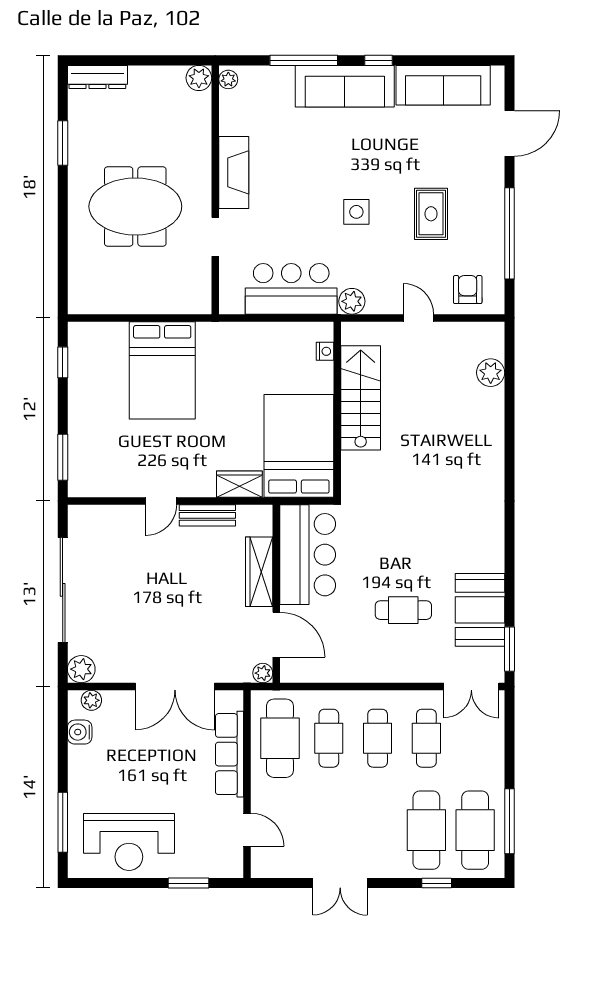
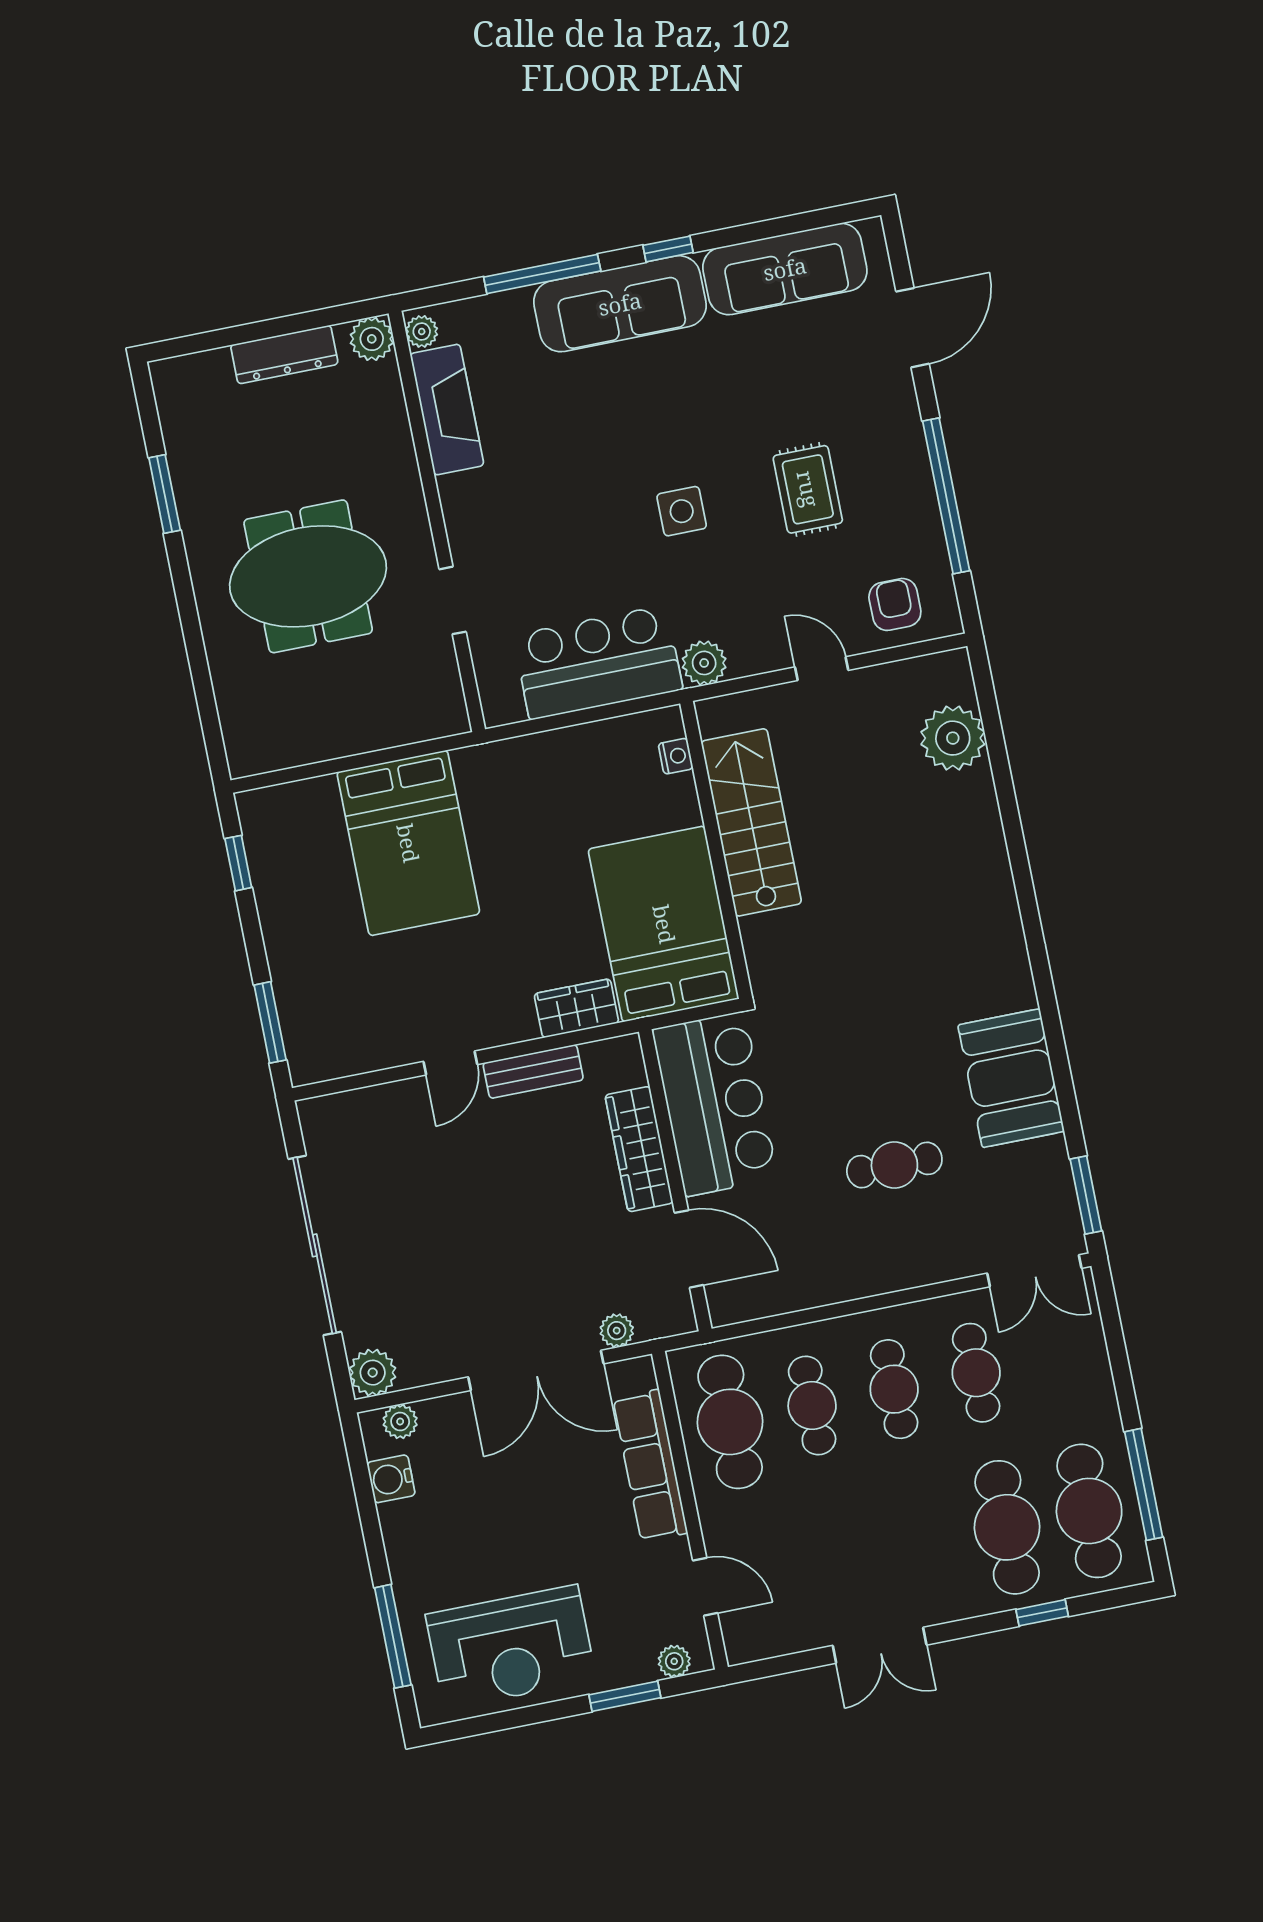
dresser: (97, 77) -> (284, 355), moved
fireplace: (234, 172) -> (447, 410), moved
plant: (491, 373) -> (953, 738), width x1.36, depth x1.36
booth: (480, 610) -> (1011, 1078), moved
plant: (263, 673) -> (617, 1331), moved
plant: (221, 869) -> (674, 1661), added

